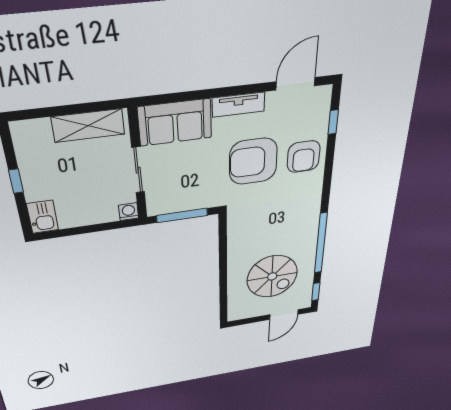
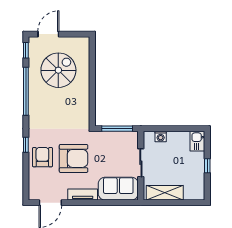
window: (333, 122) -> (26, 145), moved
washing machine: (129, 212) -> (161, 137), moved
spiral stairs: (272, 276) -> (58, 70), turned 90

